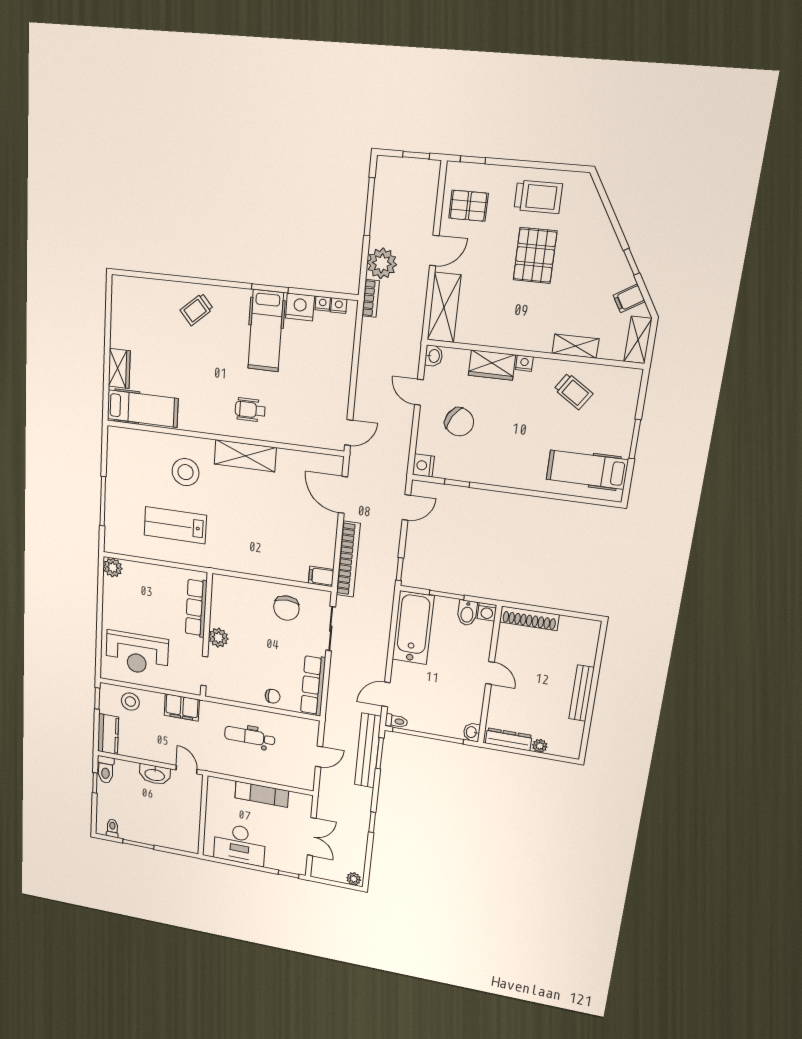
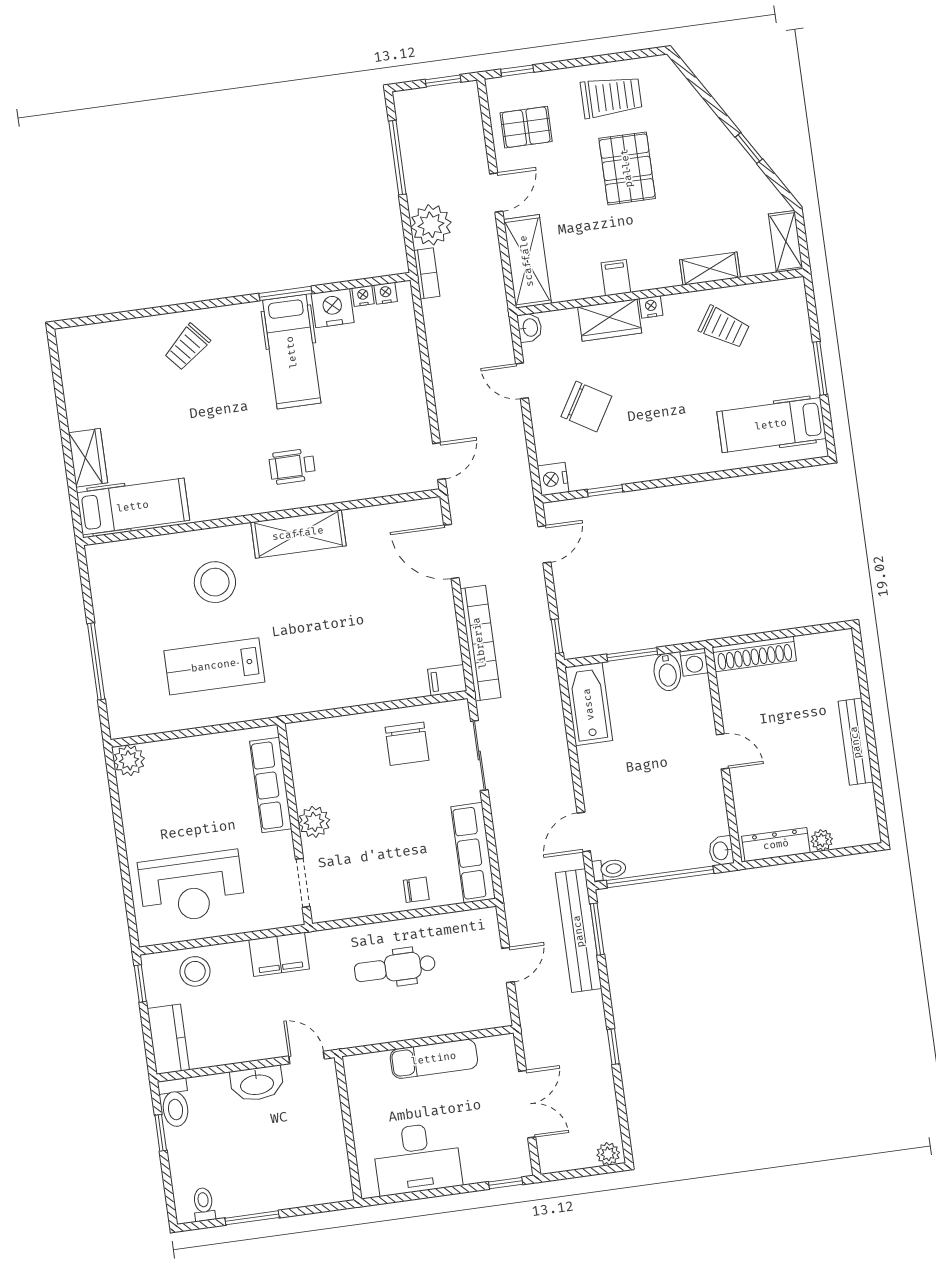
filing cabinet: (629, 298) -> (616, 278), moved, turned 121
bathtub: (413, 628) -> (589, 704), width x0.73, depth x0.73

